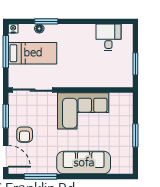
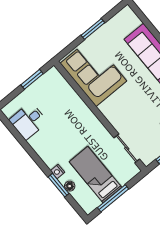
nightstand: (13, 28) -> (58, 171), moved
sliding door: (33, 90) -> (127, 149), width x0.73
corner sofa: (83, 111) -> (93, 72), moved

